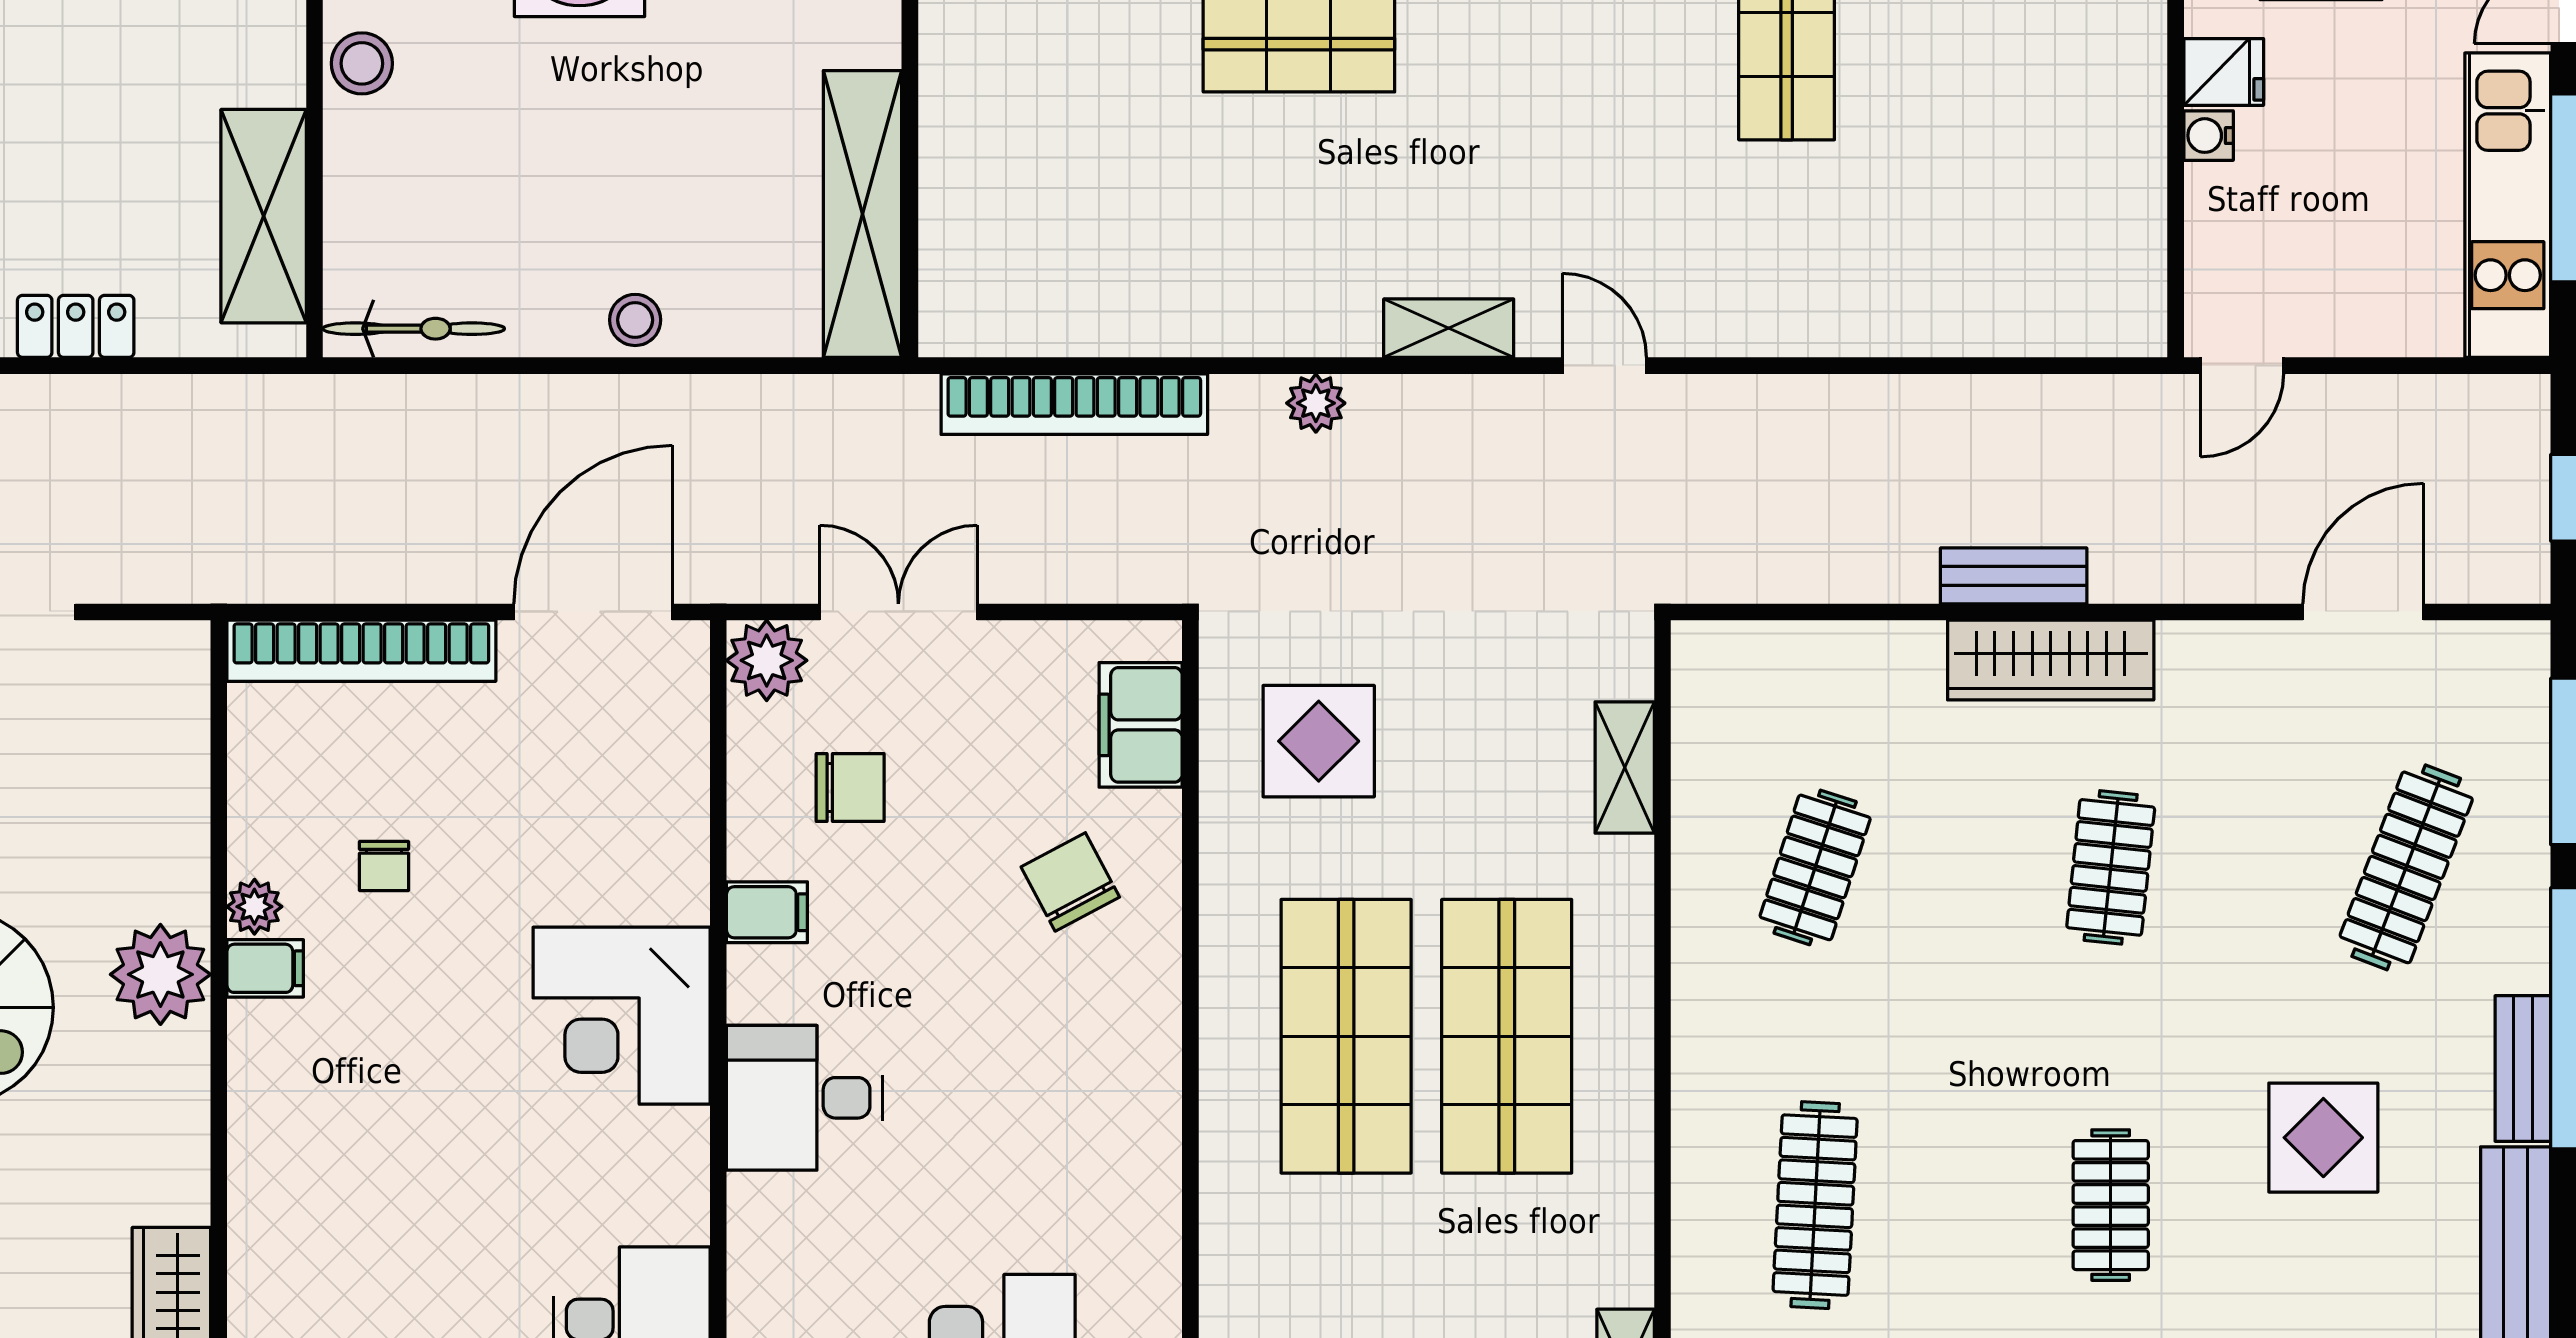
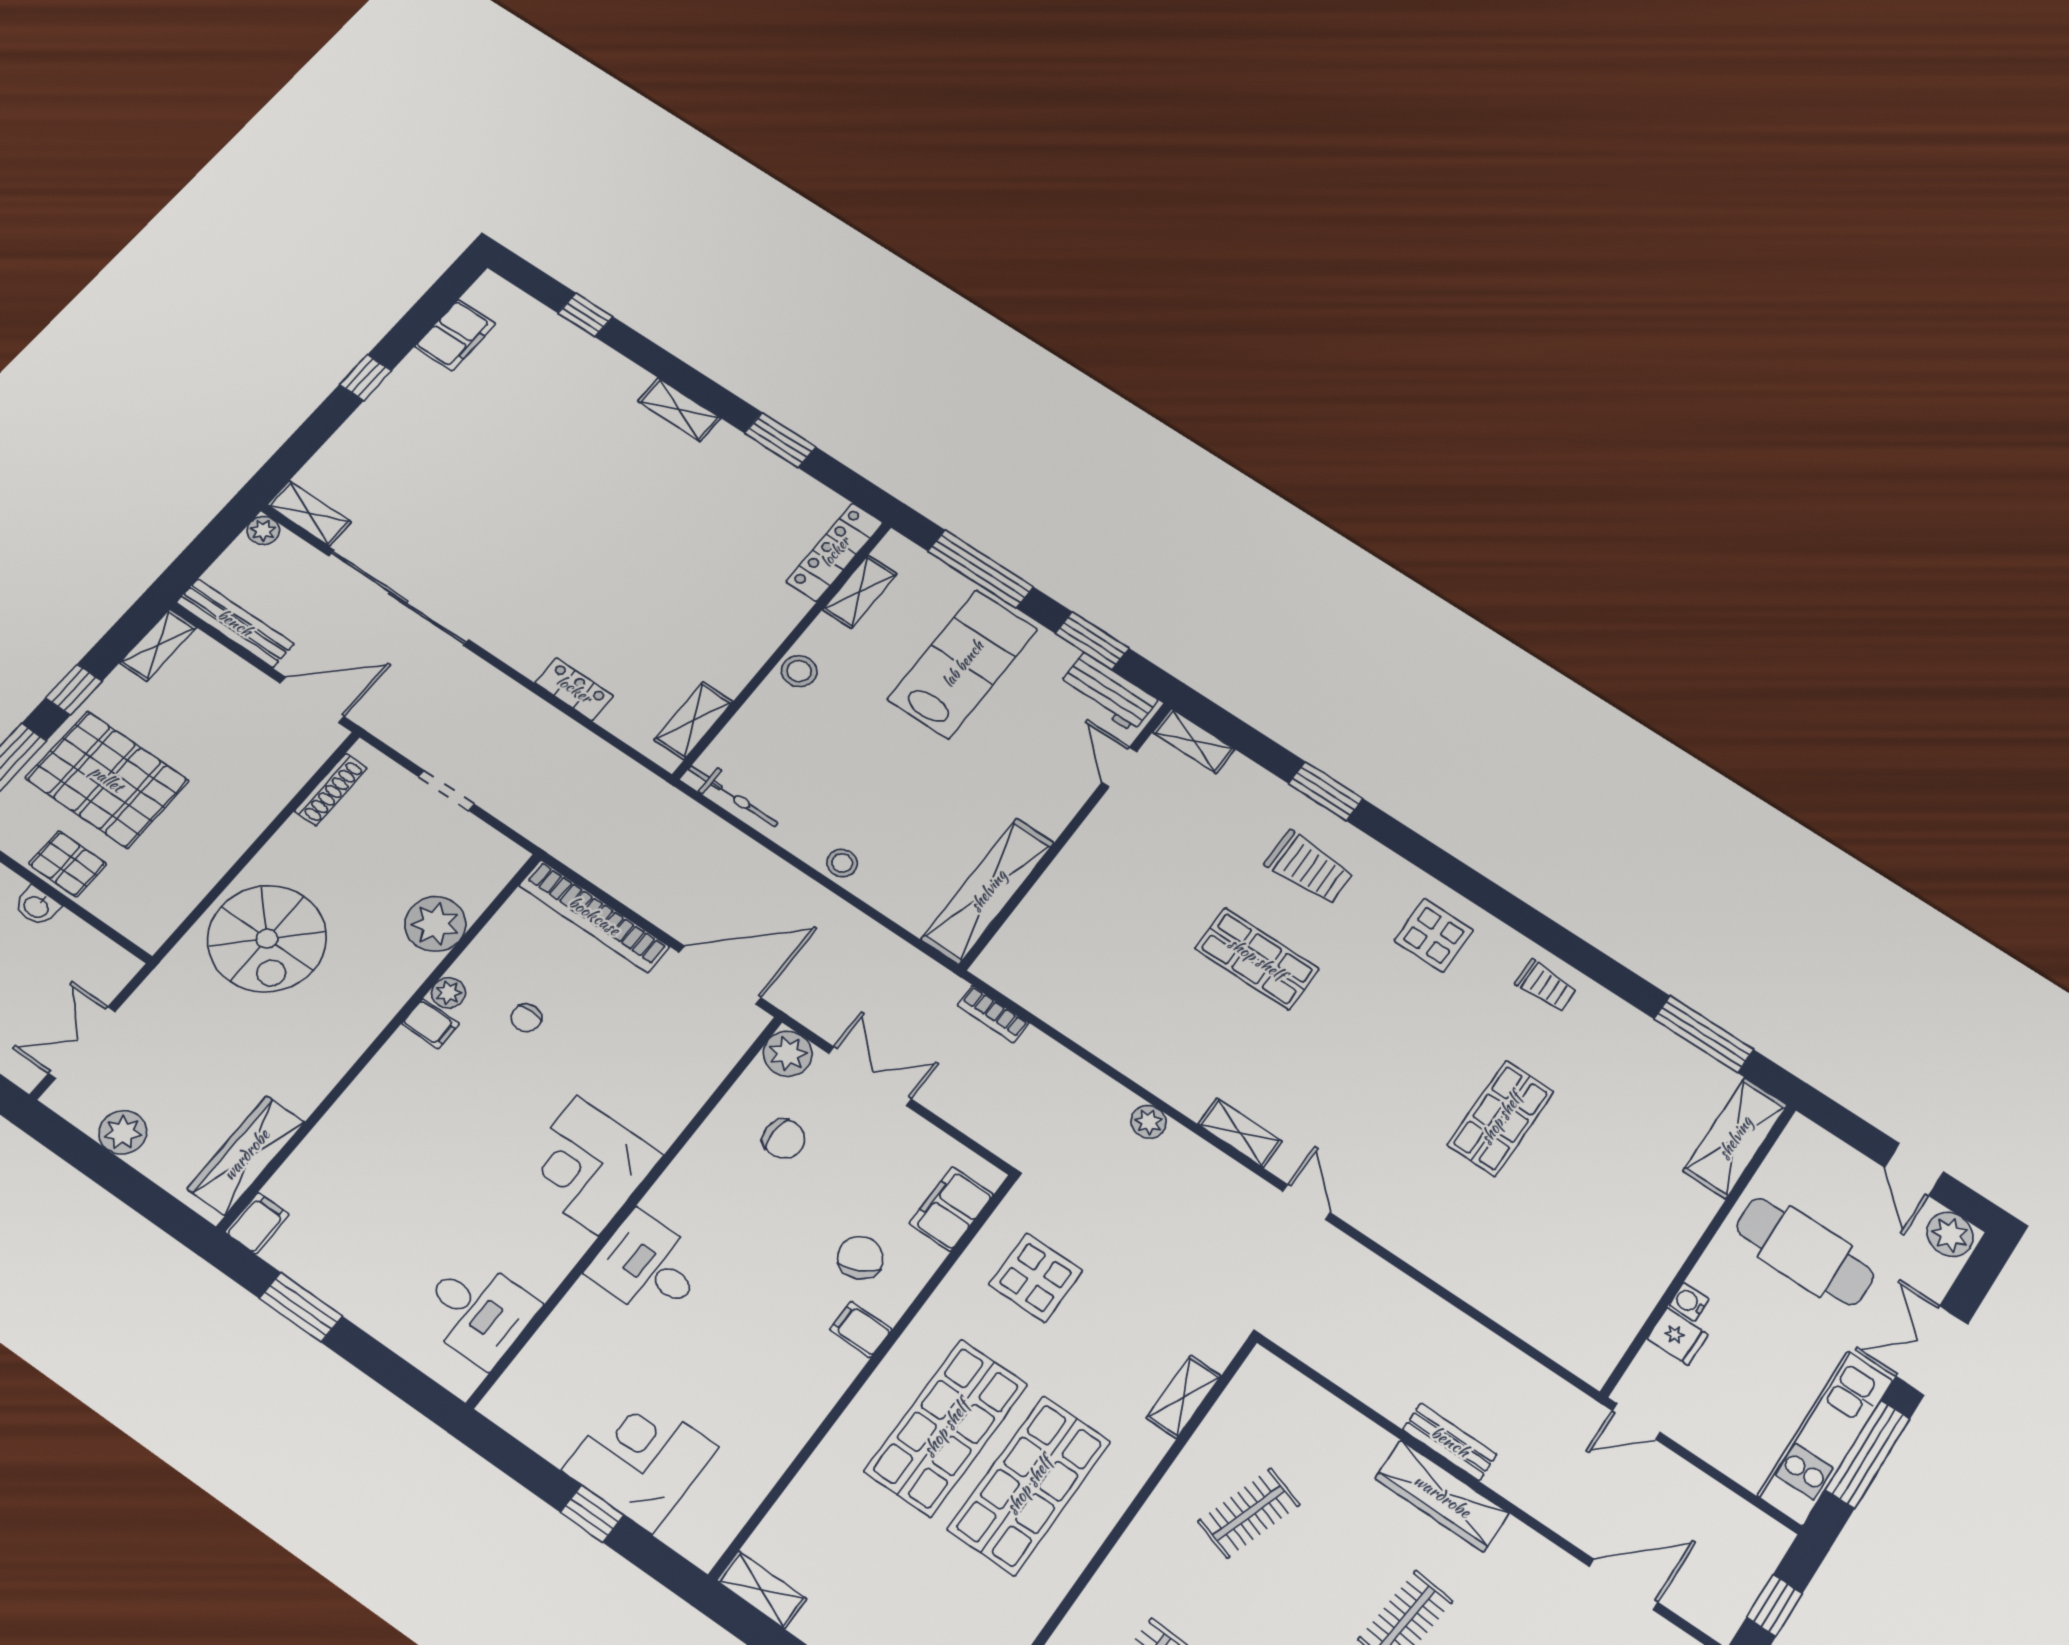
fridge: (2224, 72) -> (1678, 1337), moved
shelving: (264, 216) -> (693, 721), width x0.67, depth x0.75
bookcase: (1074, 404) -> (993, 1014), width x0.43, depth x0.76
filing cabinet: (767, 912) -> (861, 1330), moved, turned 180
plant: (160, 974) -> (435, 924), moved

